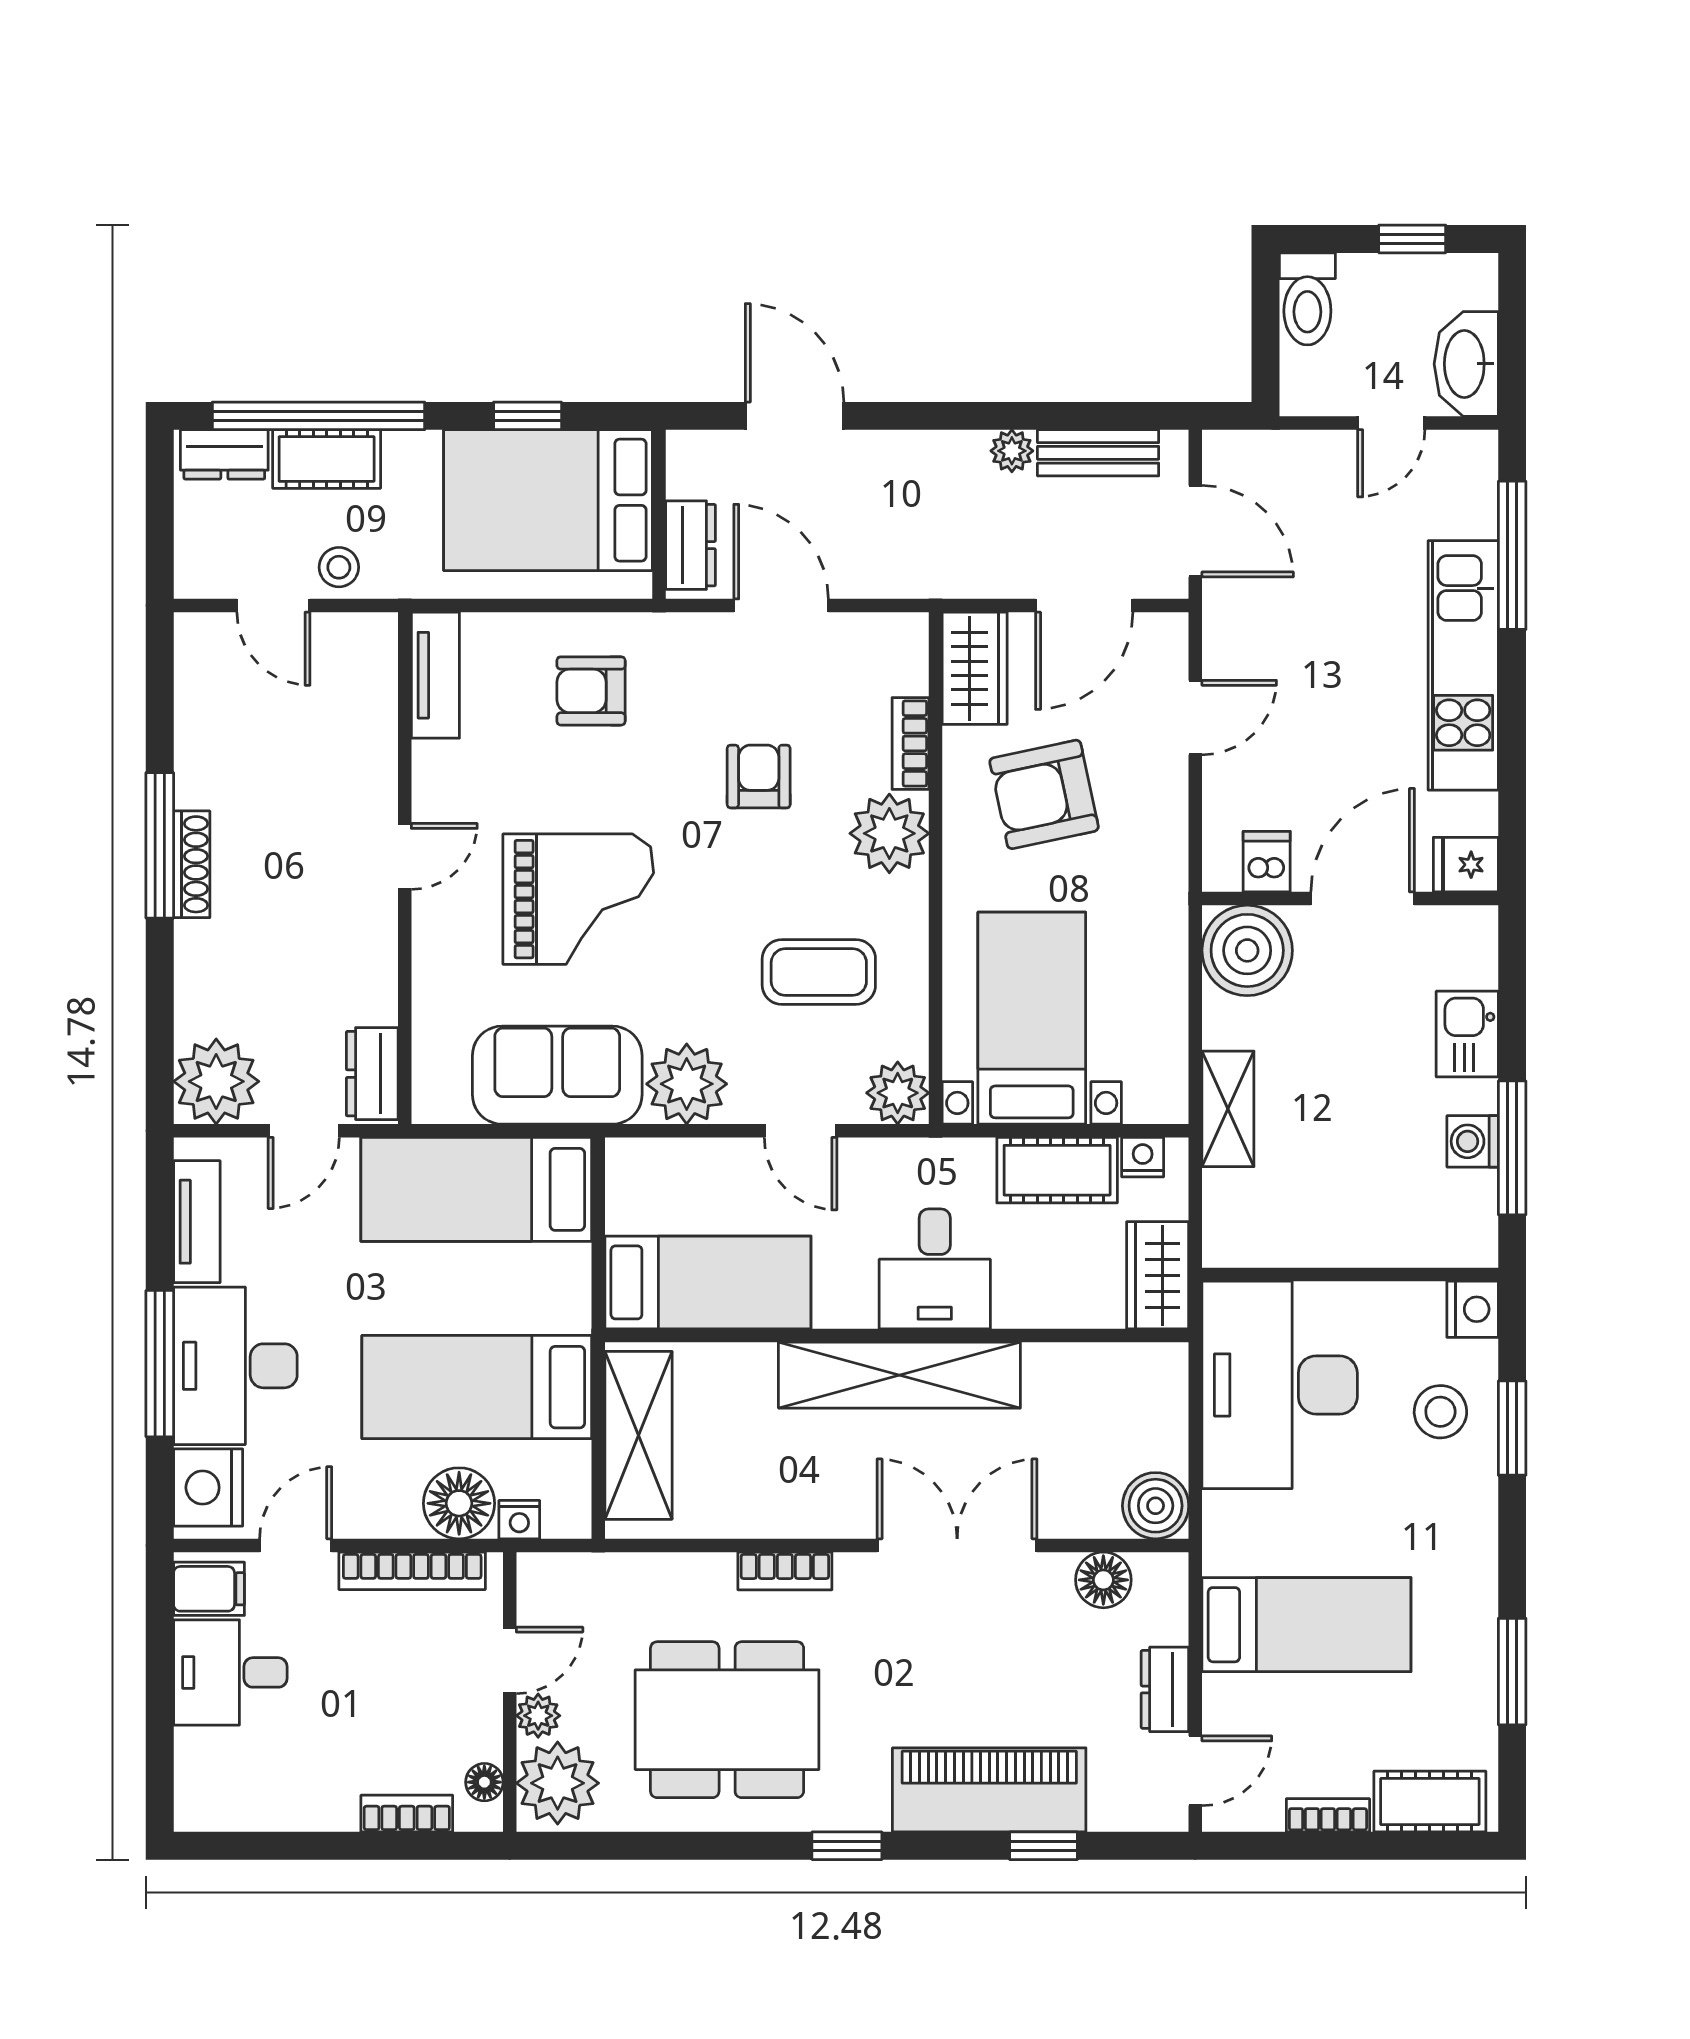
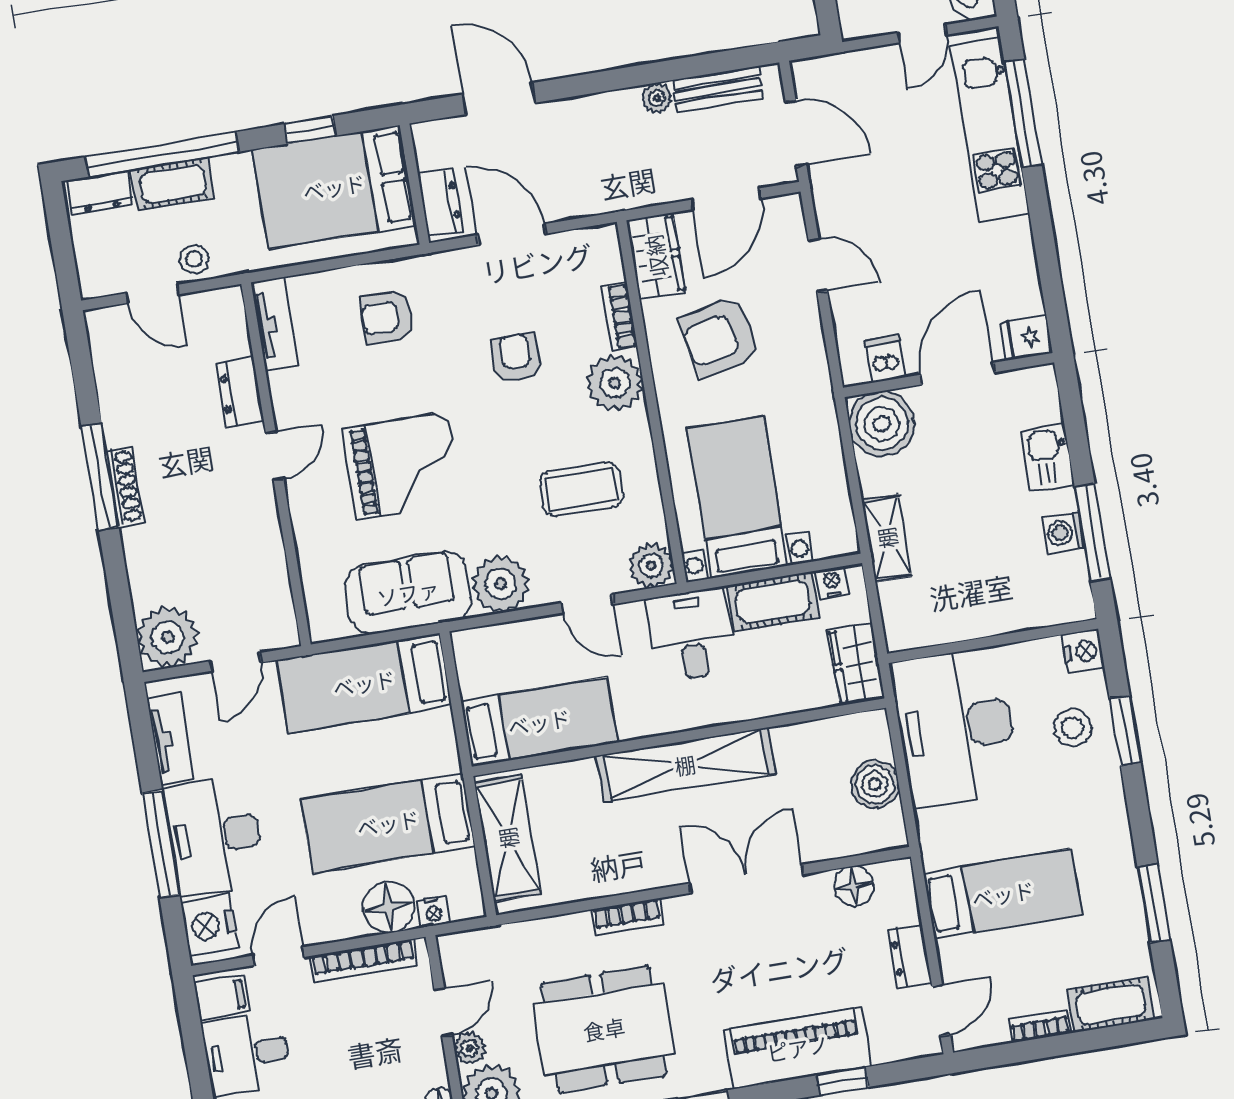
kitchen unit: (1463, 665) -> (990, 129), moved
door: (1195, 718) -> (818, 265), hinge flipped
dresser: (372, 1074) -> (240, 392), moved
desk: (935, 1269) -> (691, 635), moved, turned 180
boiler: (1156, 1506) -> (875, 784), moved

